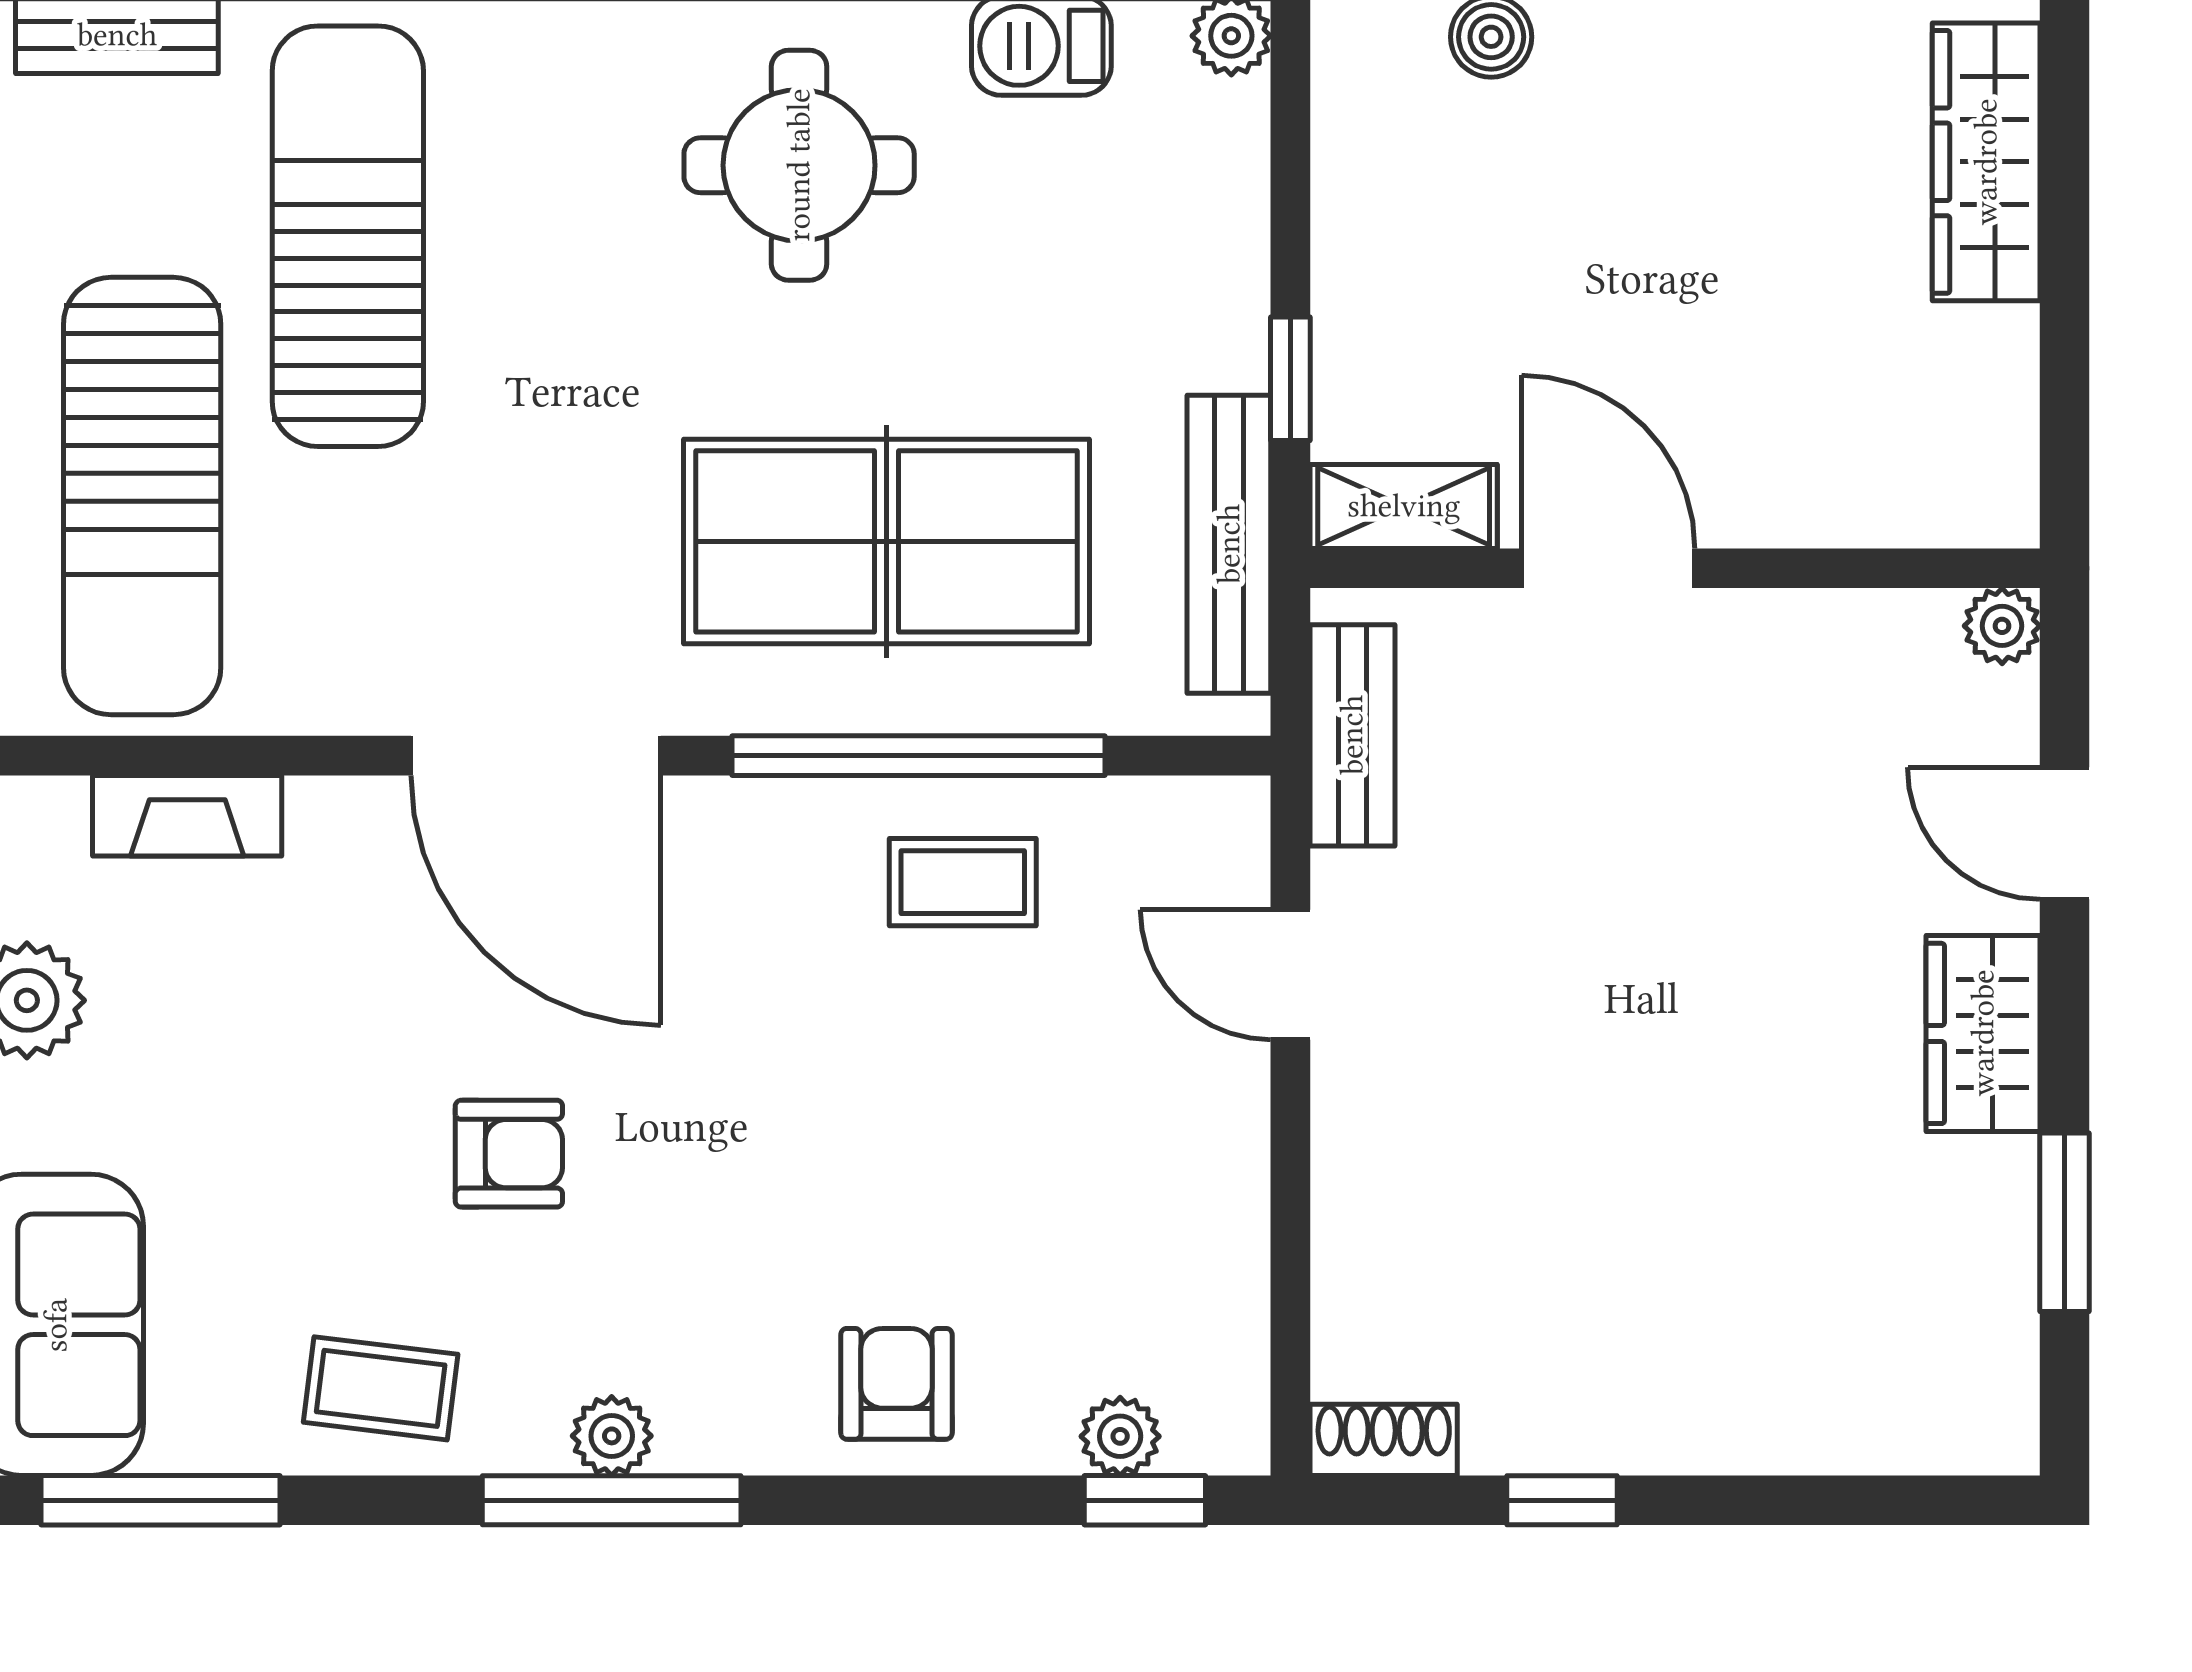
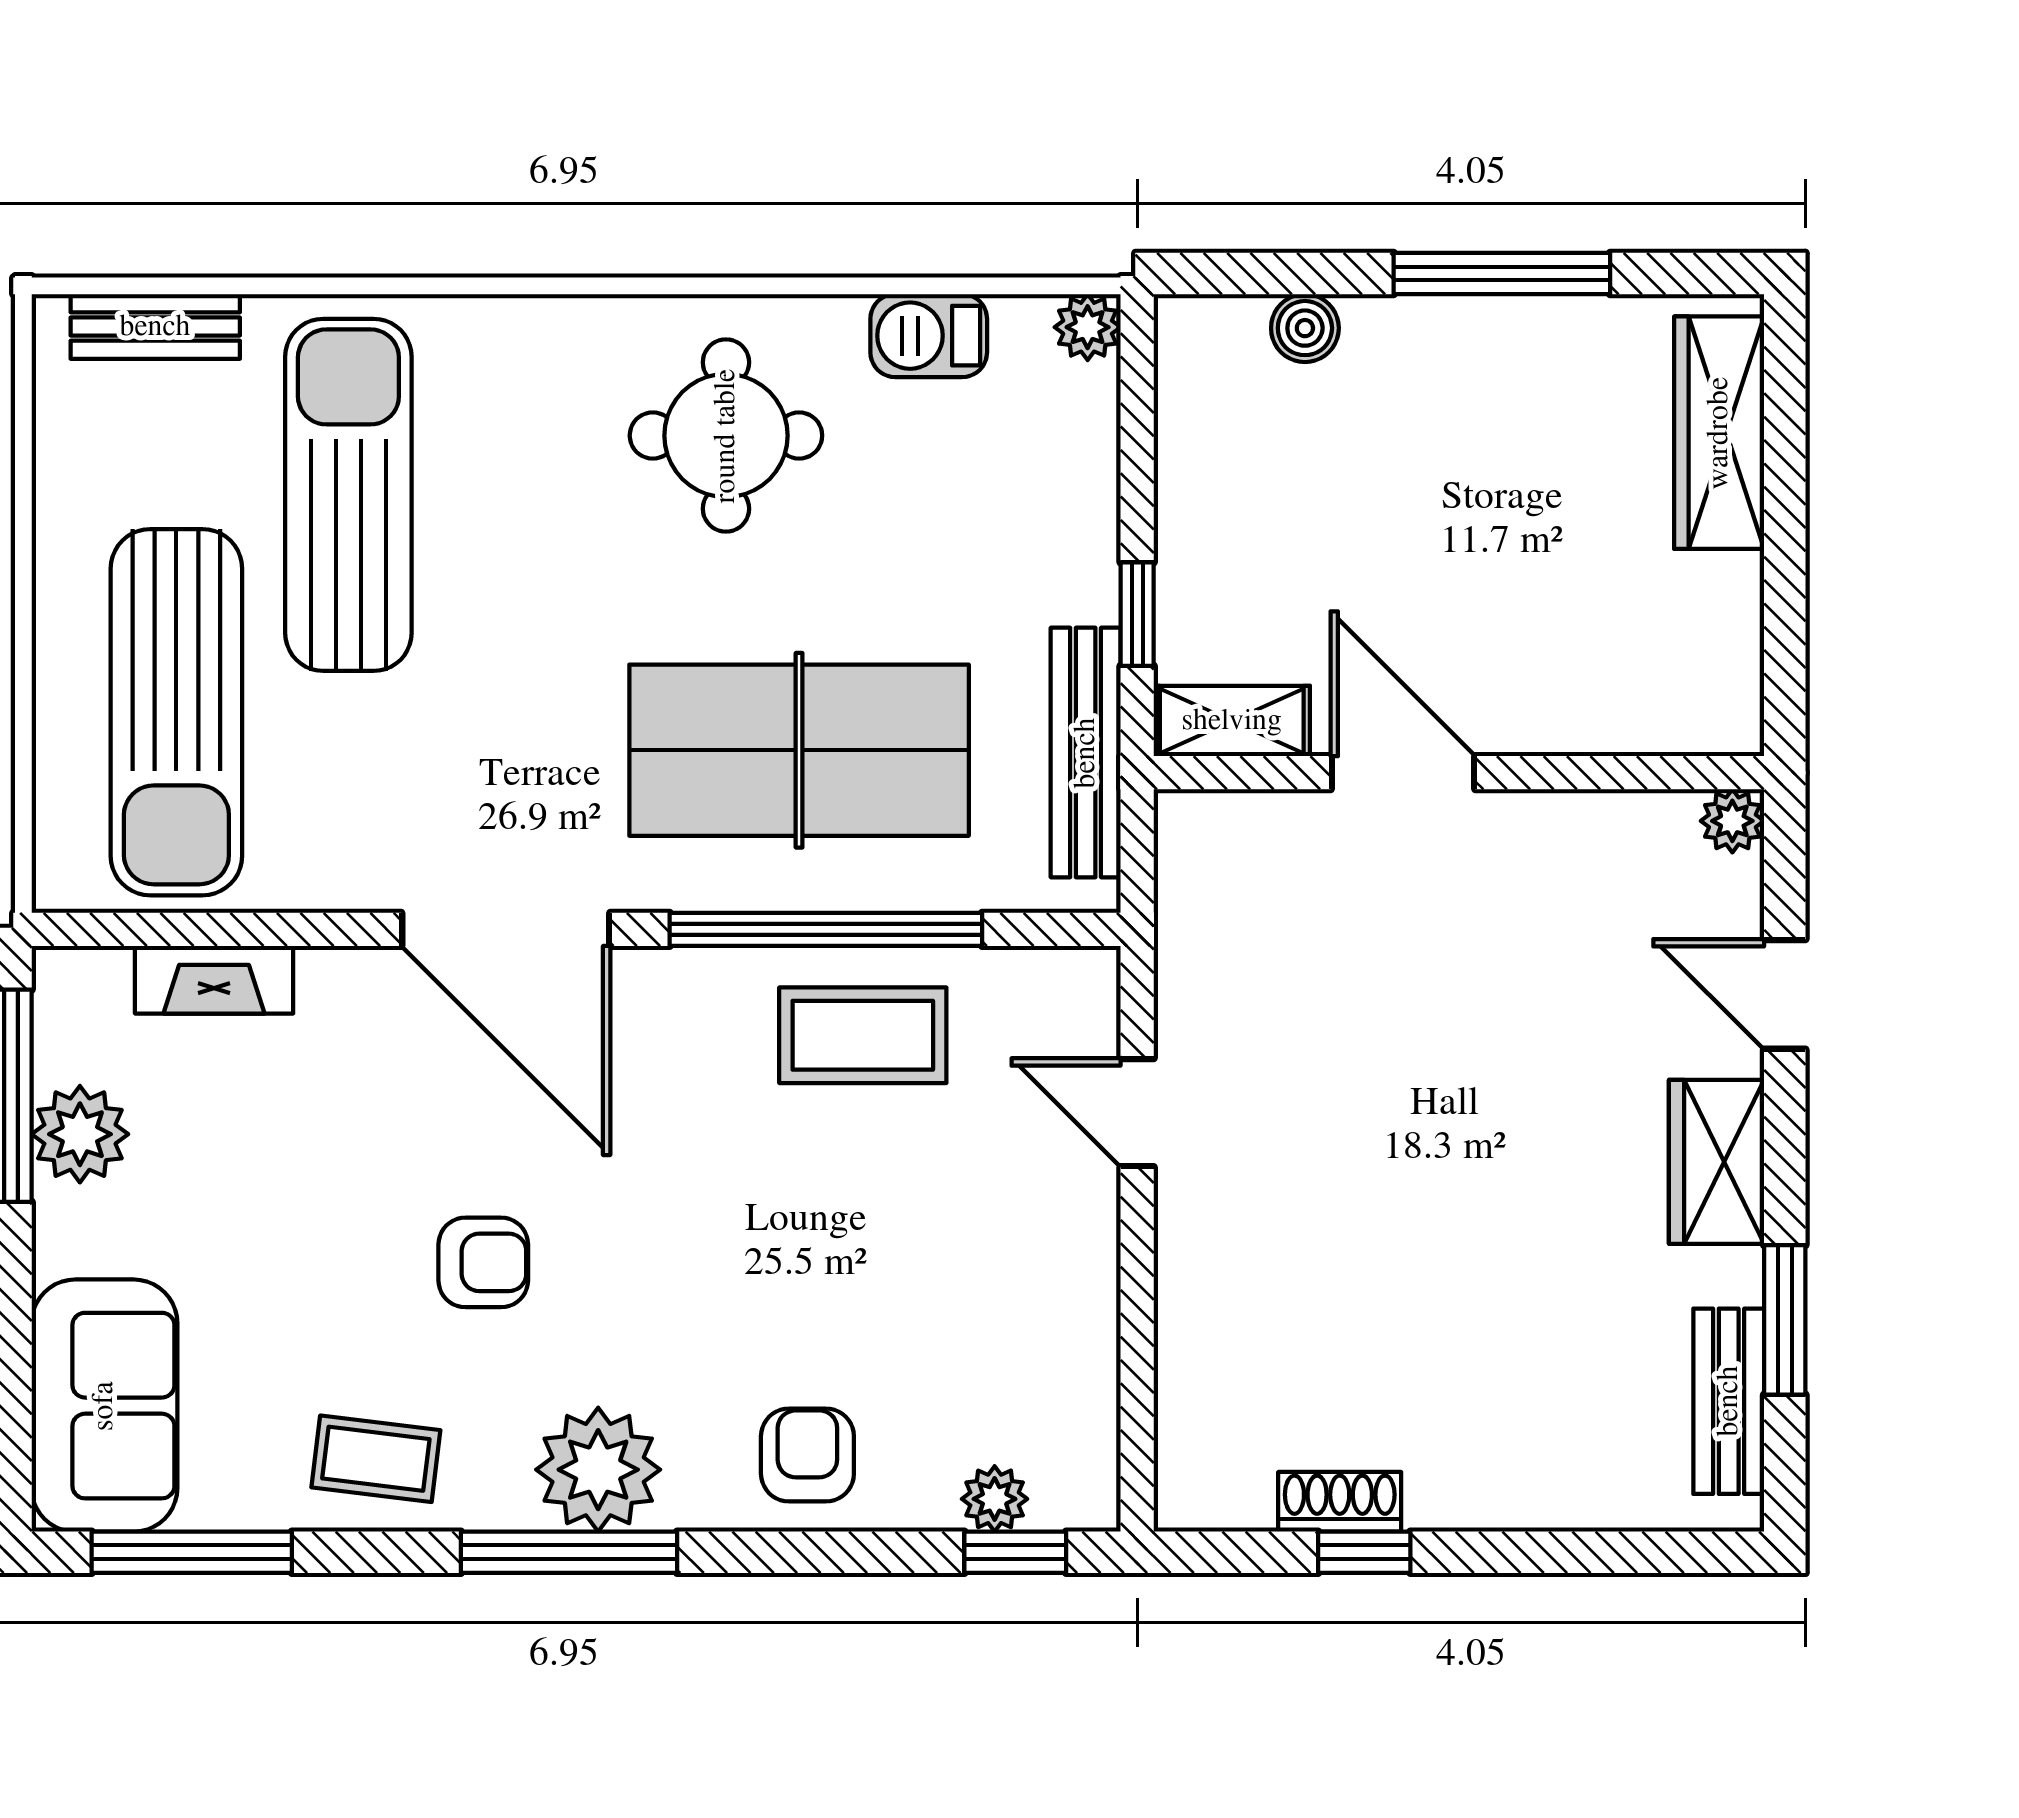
bench: (1352, 735) -> (1729, 1401), moved
coffee table: (963, 882) -> (863, 1035), width x1.36, depth x1.30
plant: (612, 1436) -> (598, 1470), width x1.88, depth x1.88
shoe rack: (1384, 1440) -> (1340, 1502), moved

